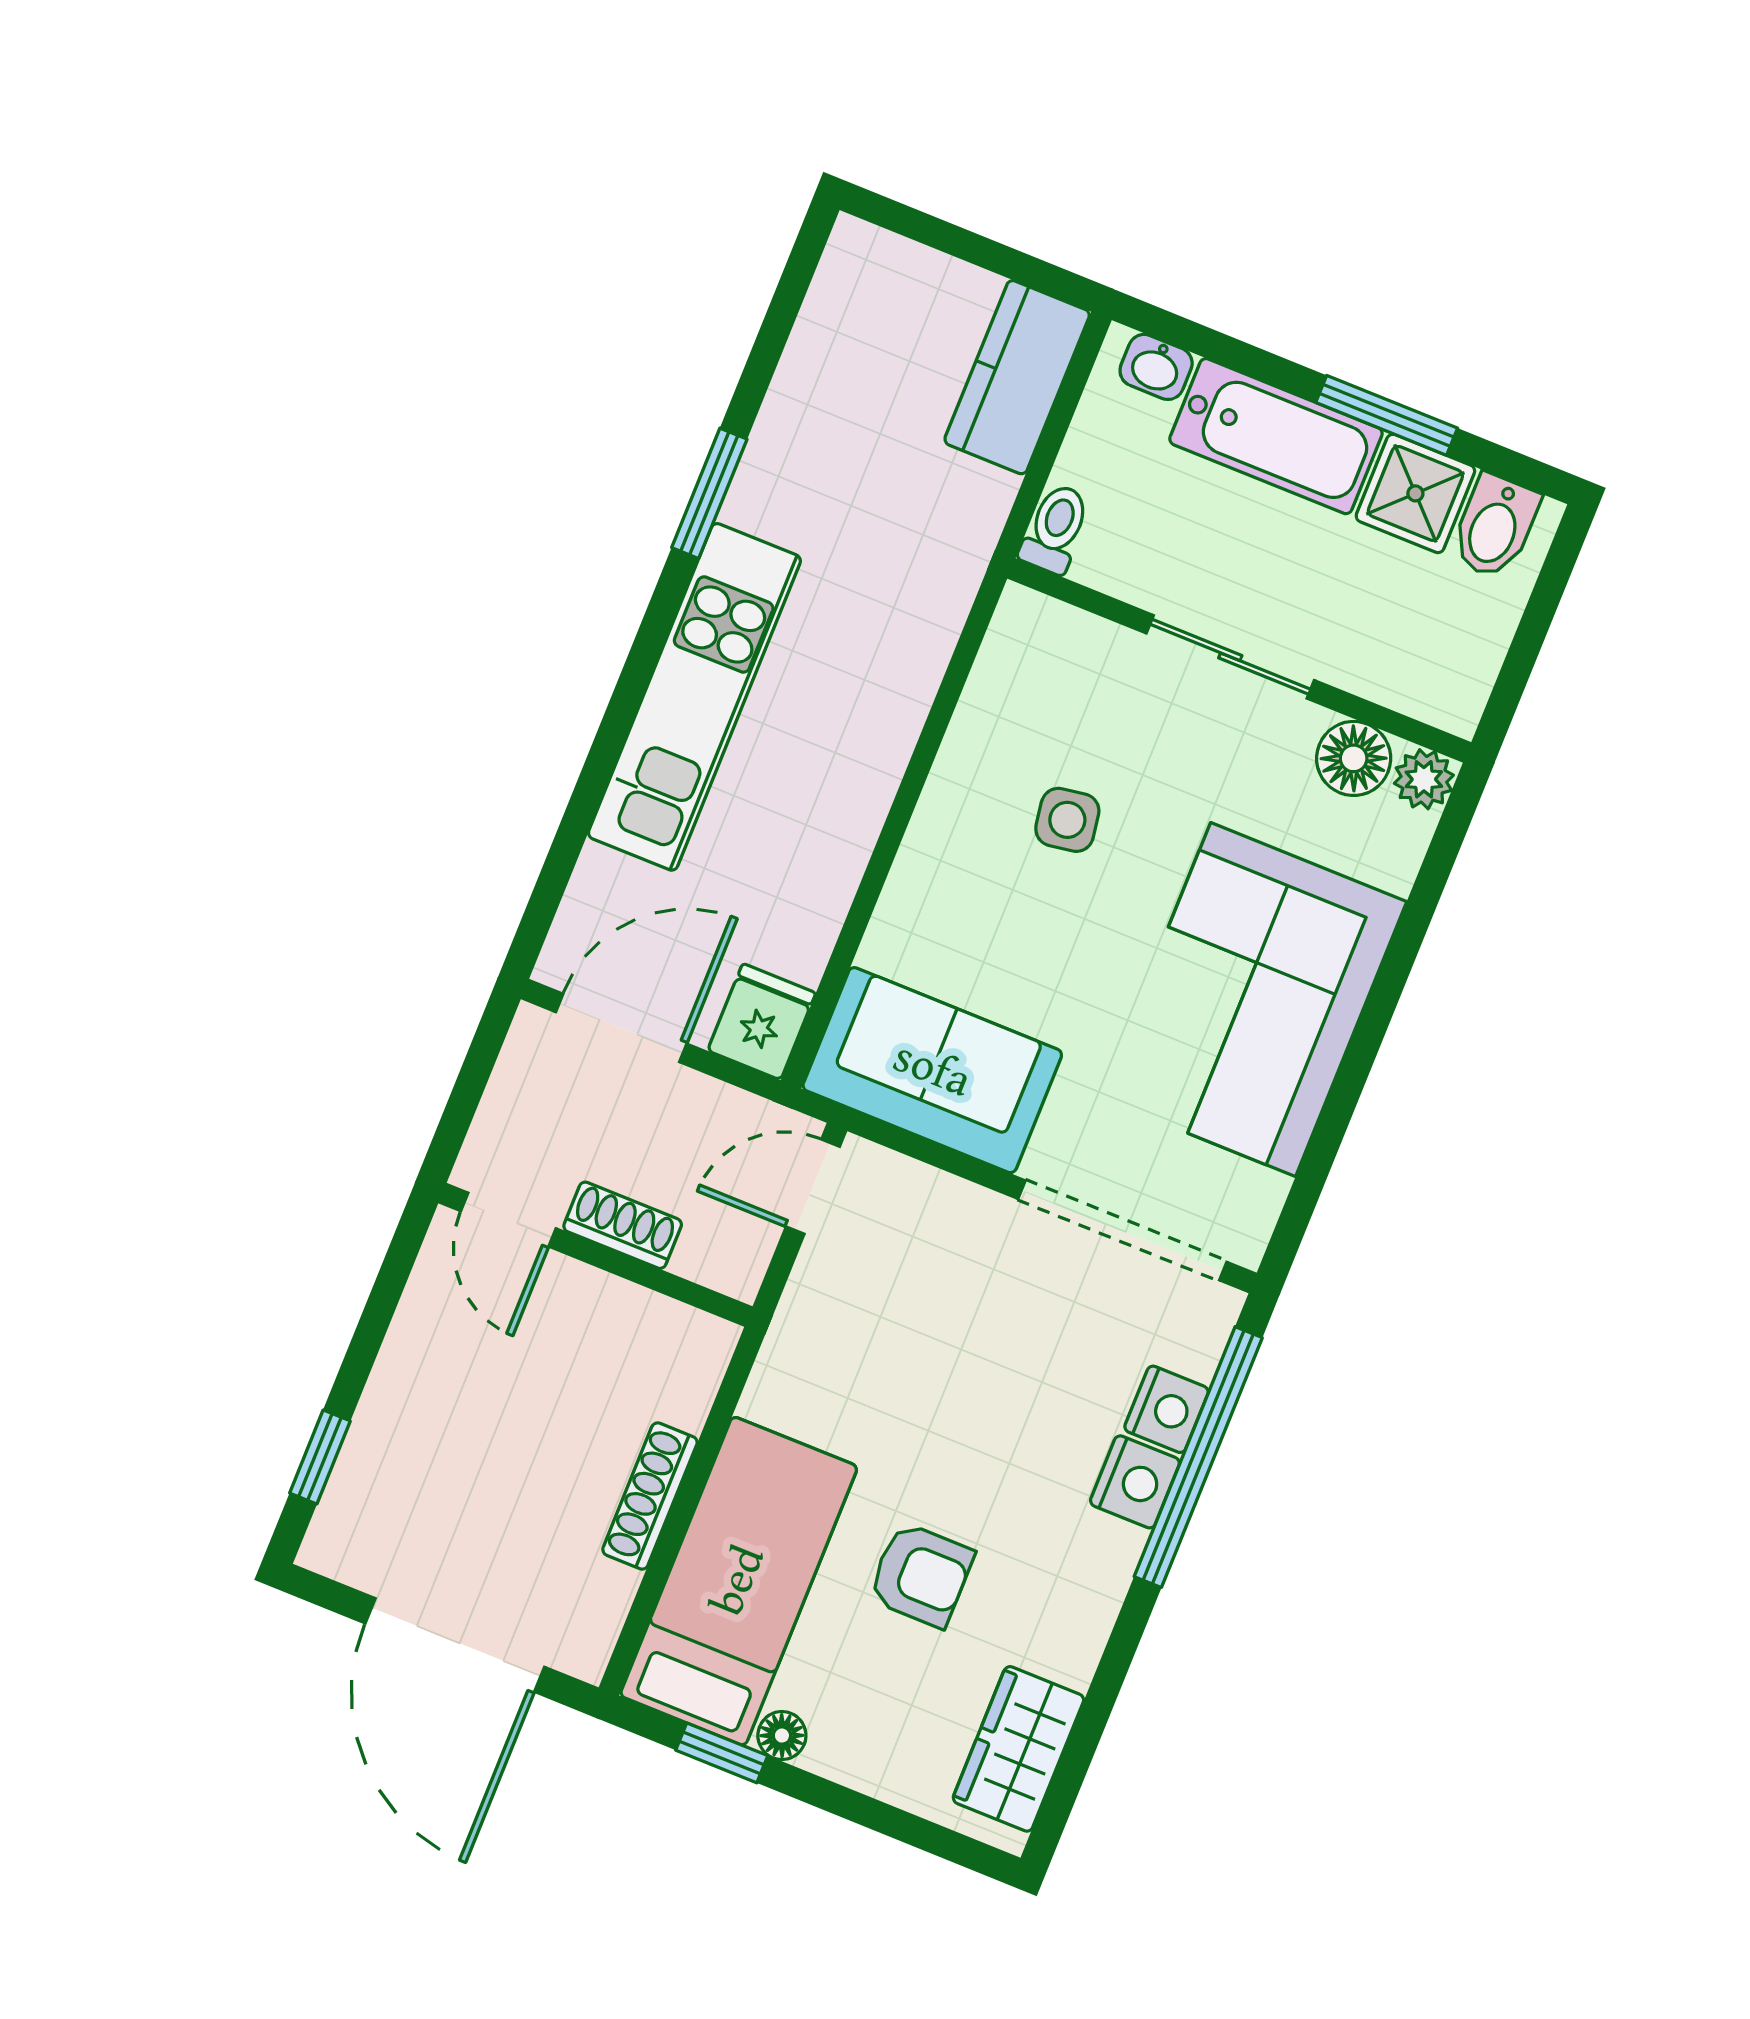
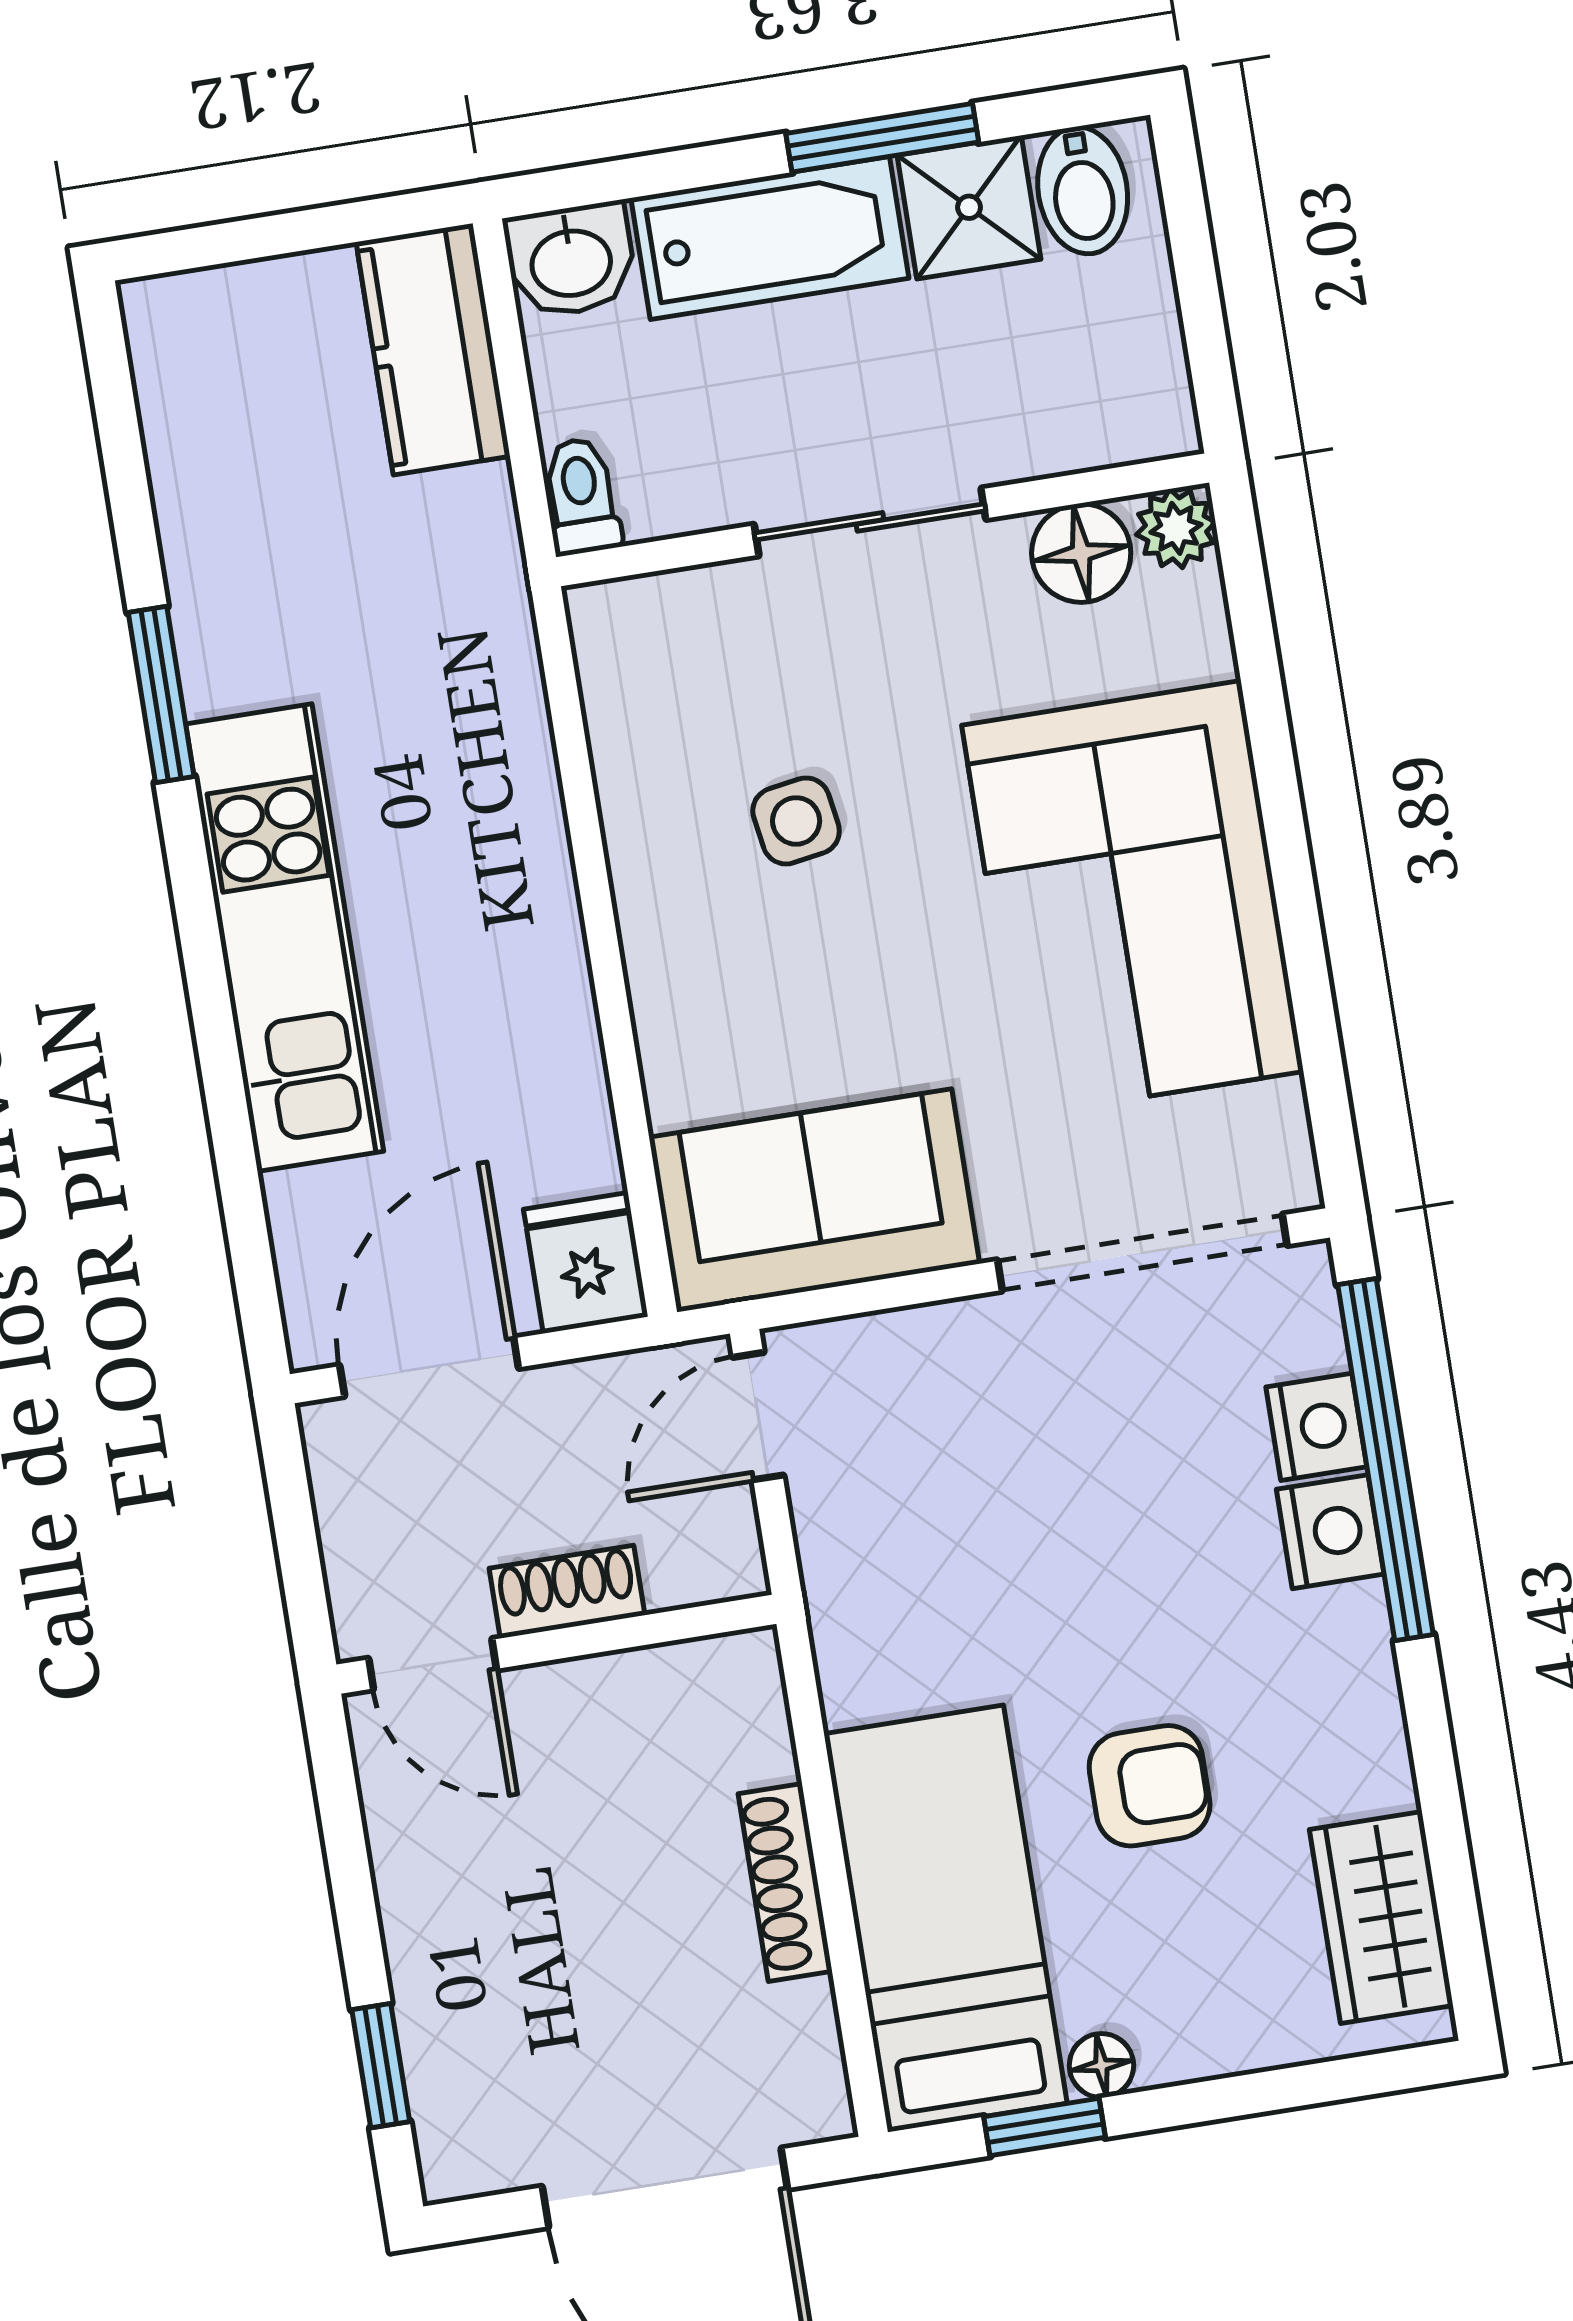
washbasin: (1156, 367) -> (571, 260), width x1.38, depth x1.45

